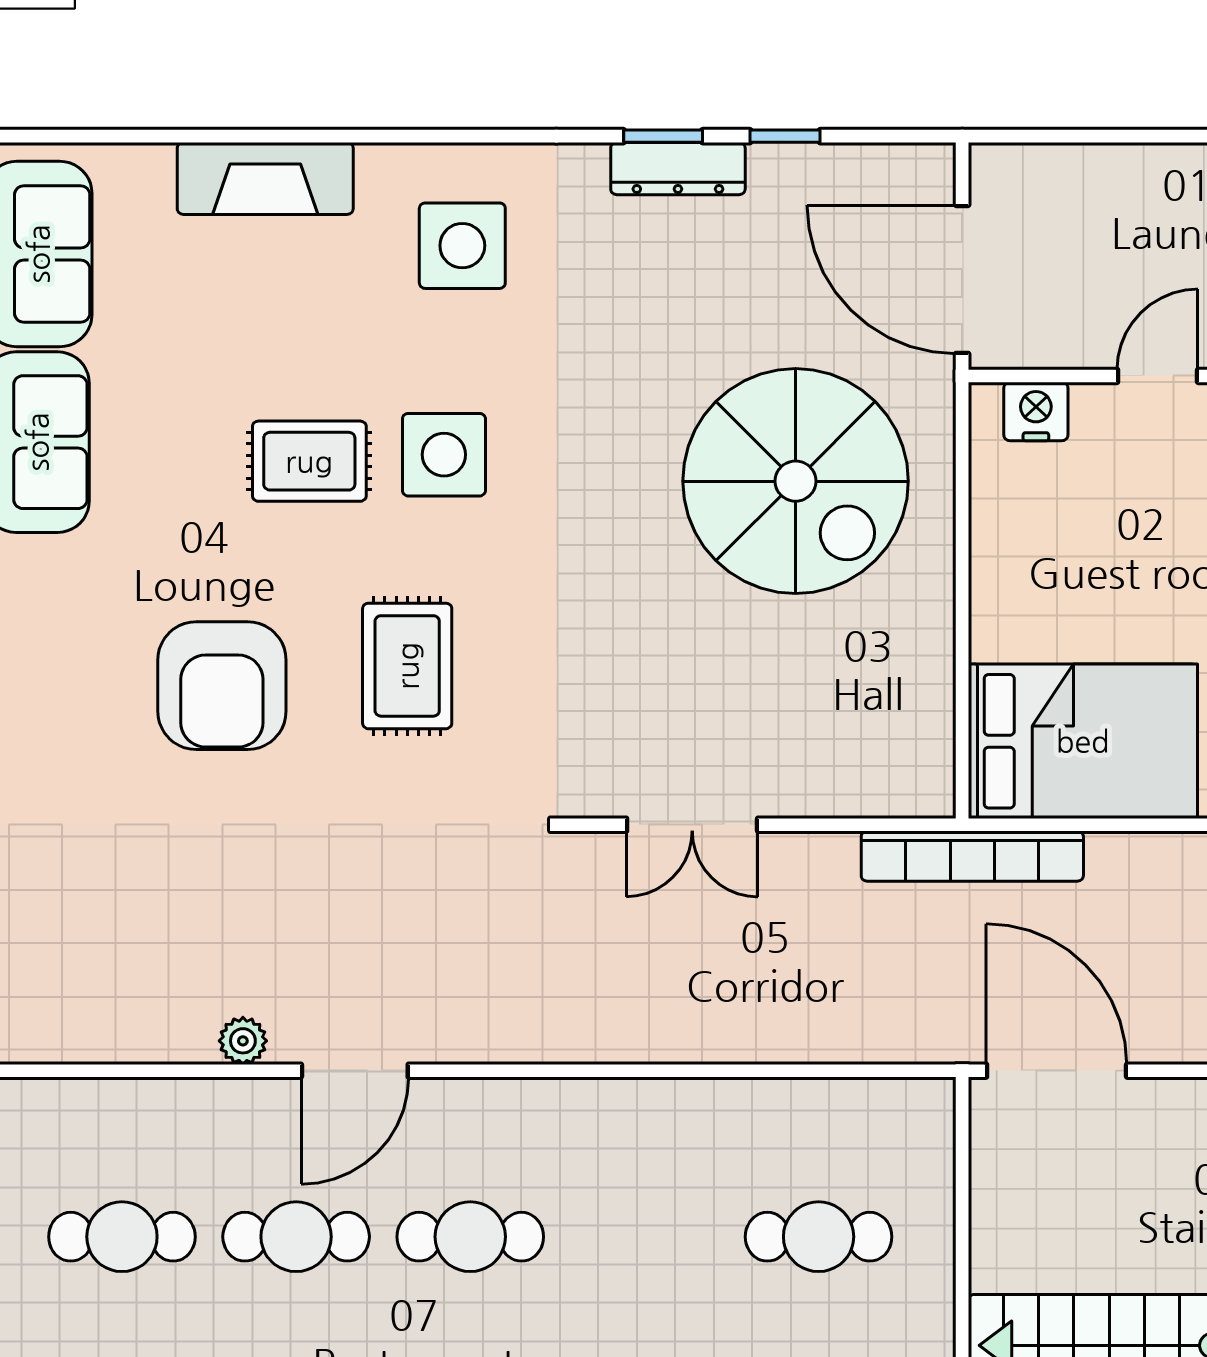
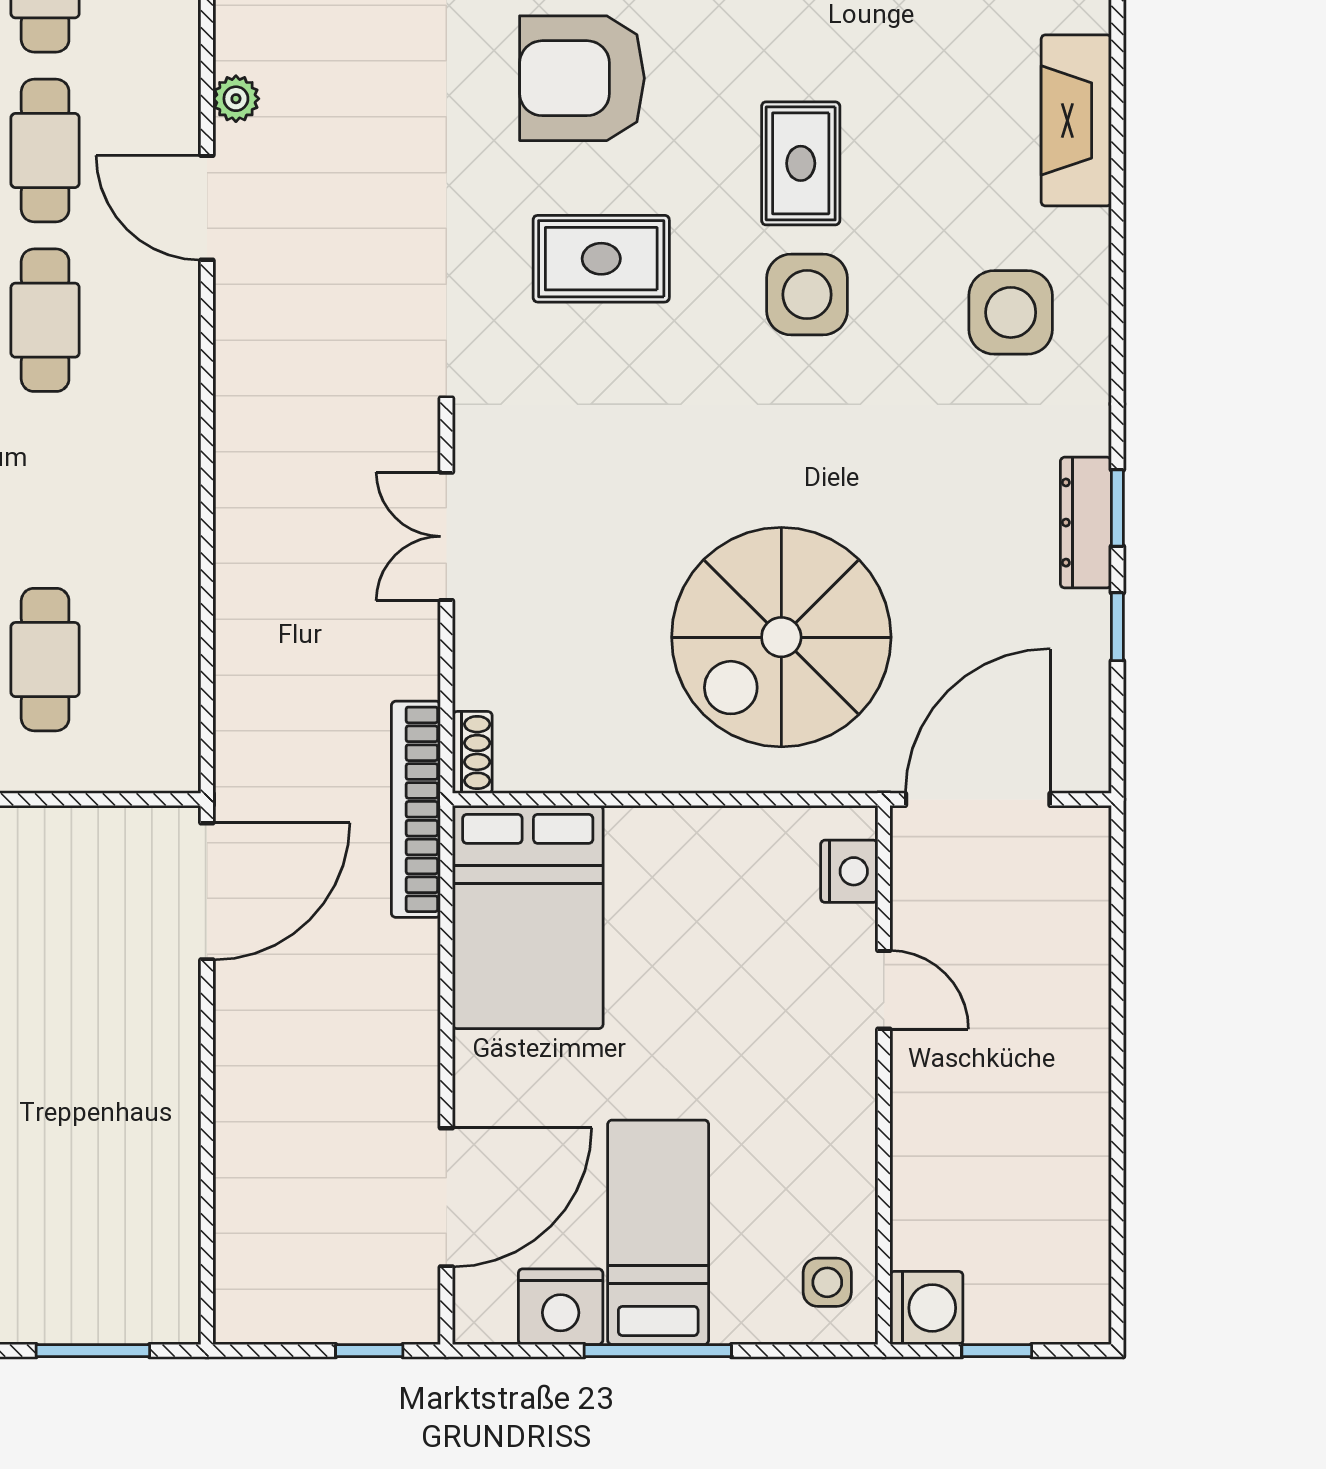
shoe rack: (914, 798) -> (472, 752), added

